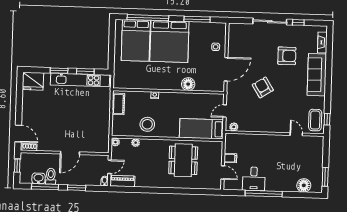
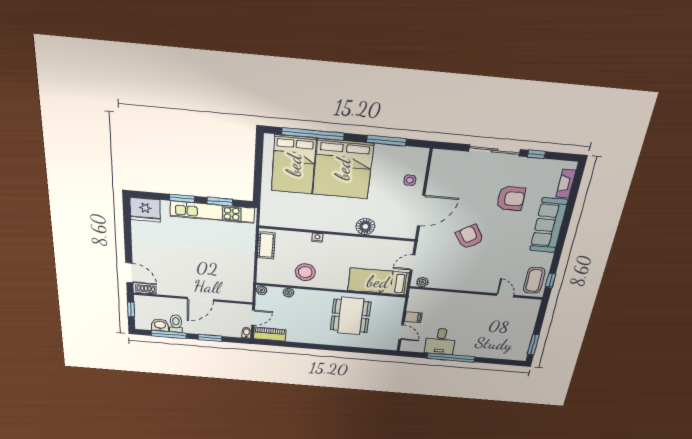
floor lamp: (304, 185) -> (504, 352), removed

